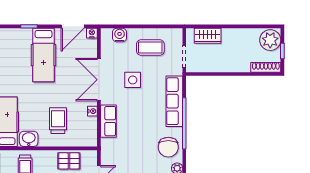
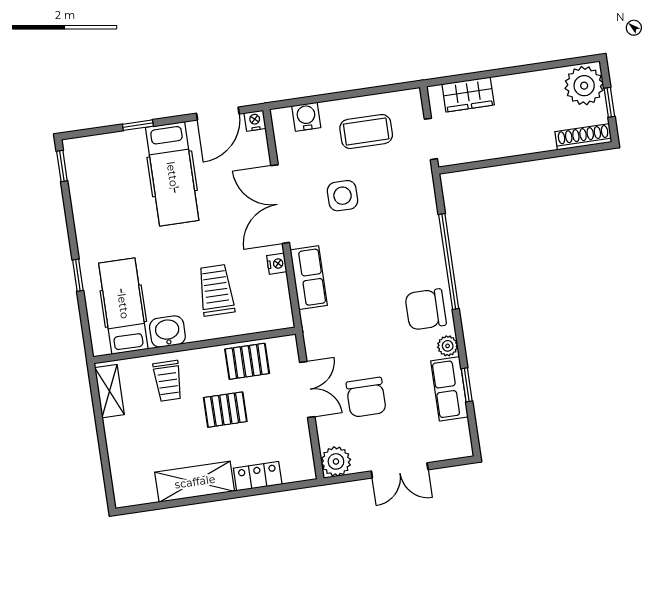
row of seats: (174, 101) -> (425, 223), removed
chair: (168, 147) -> (426, 309), turned 90

